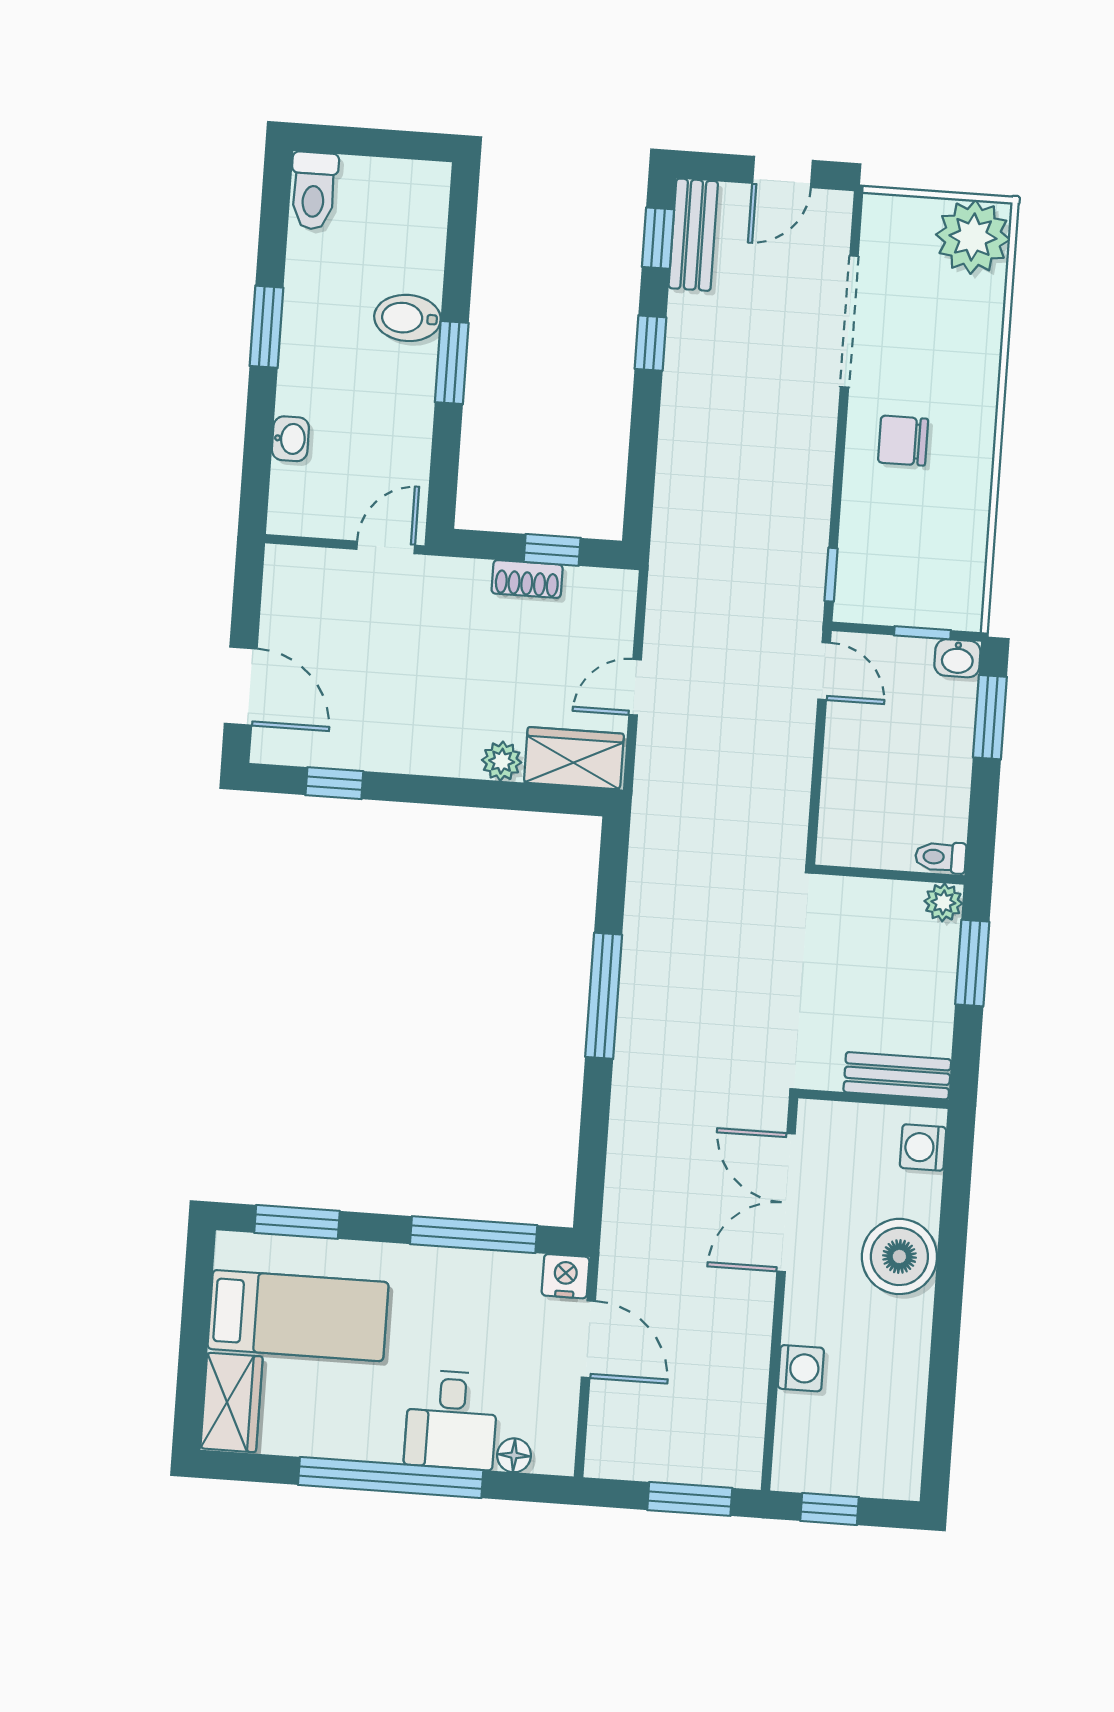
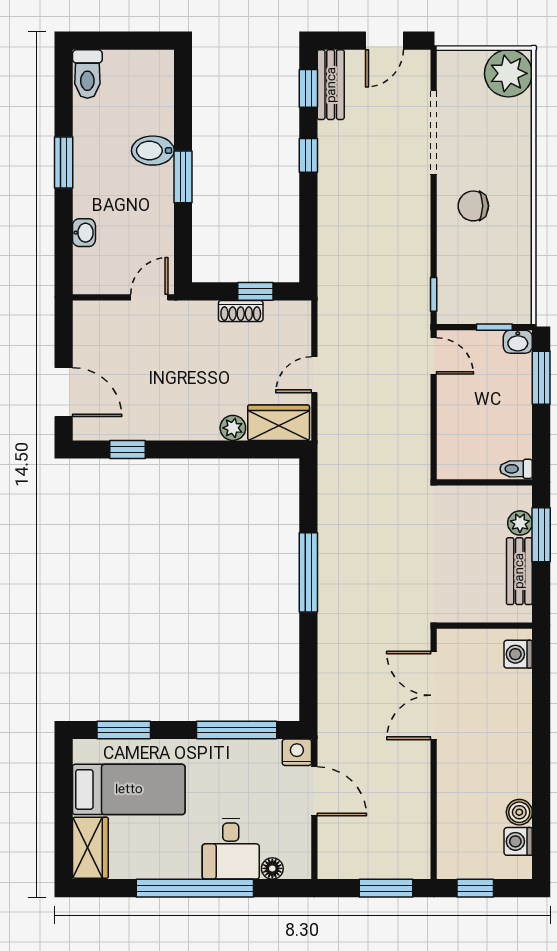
plant: (943, 902) -> (520, 523), moved
bench: (897, 1076) -> (519, 571), moved, turned 90
boiler: (899, 1256) -> (519, 812), moved, width x0.54, depth x0.54
washing machine: (801, 1368) -> (518, 841), moved, turned 180

